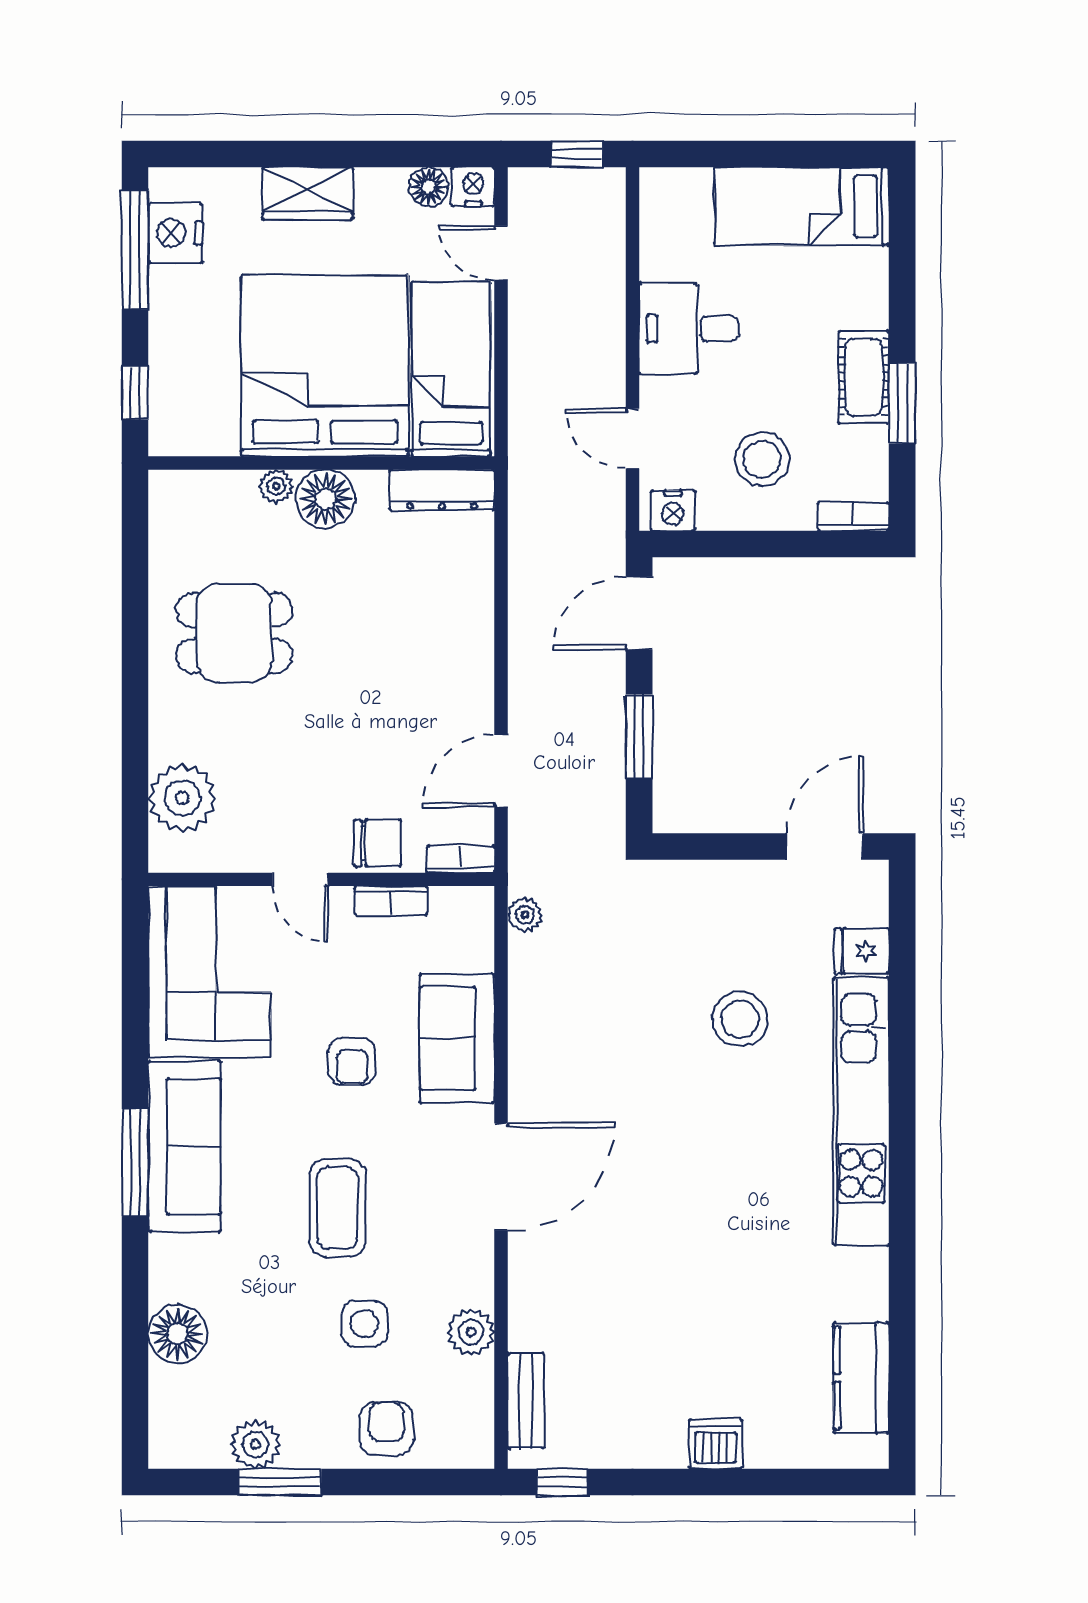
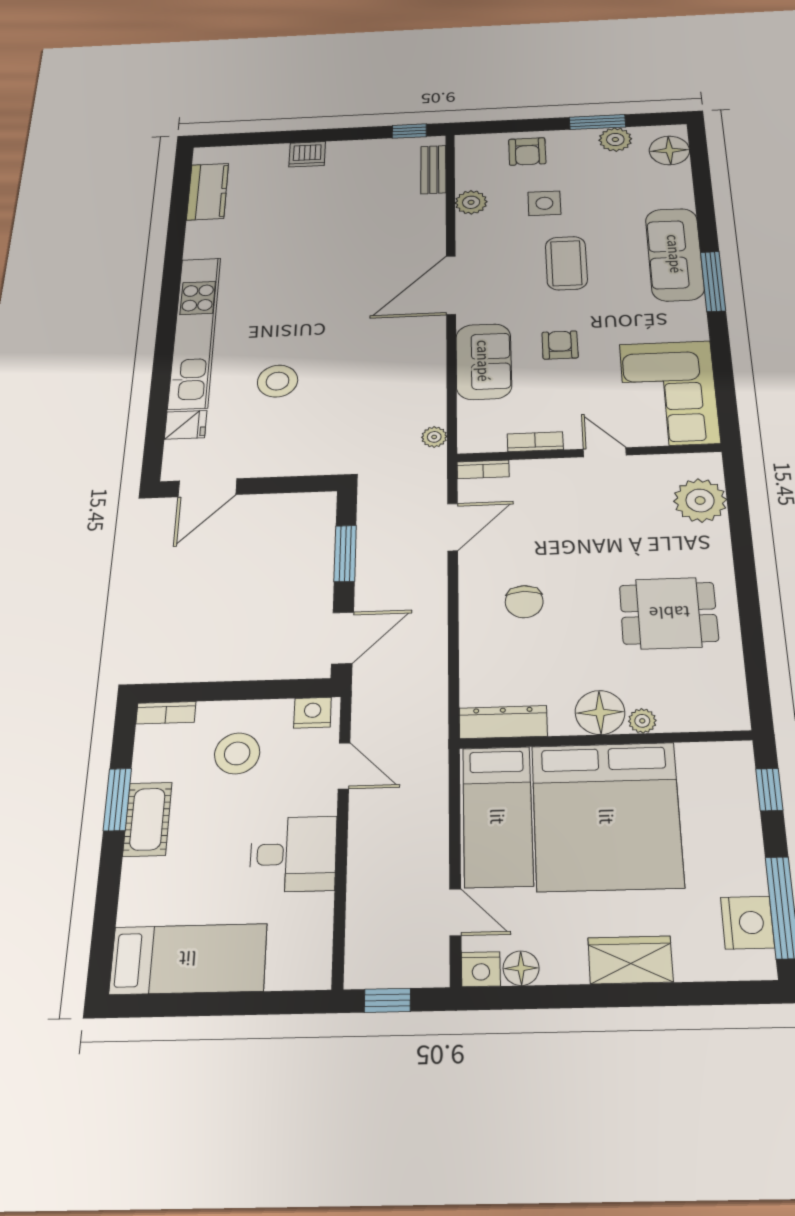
chair: (377, 843) -> (524, 602), moved, turned -90
sofa: (184, 1146) -> (675, 254), moved
floor lamp: (177, 1334) -> (669, 150), moved

